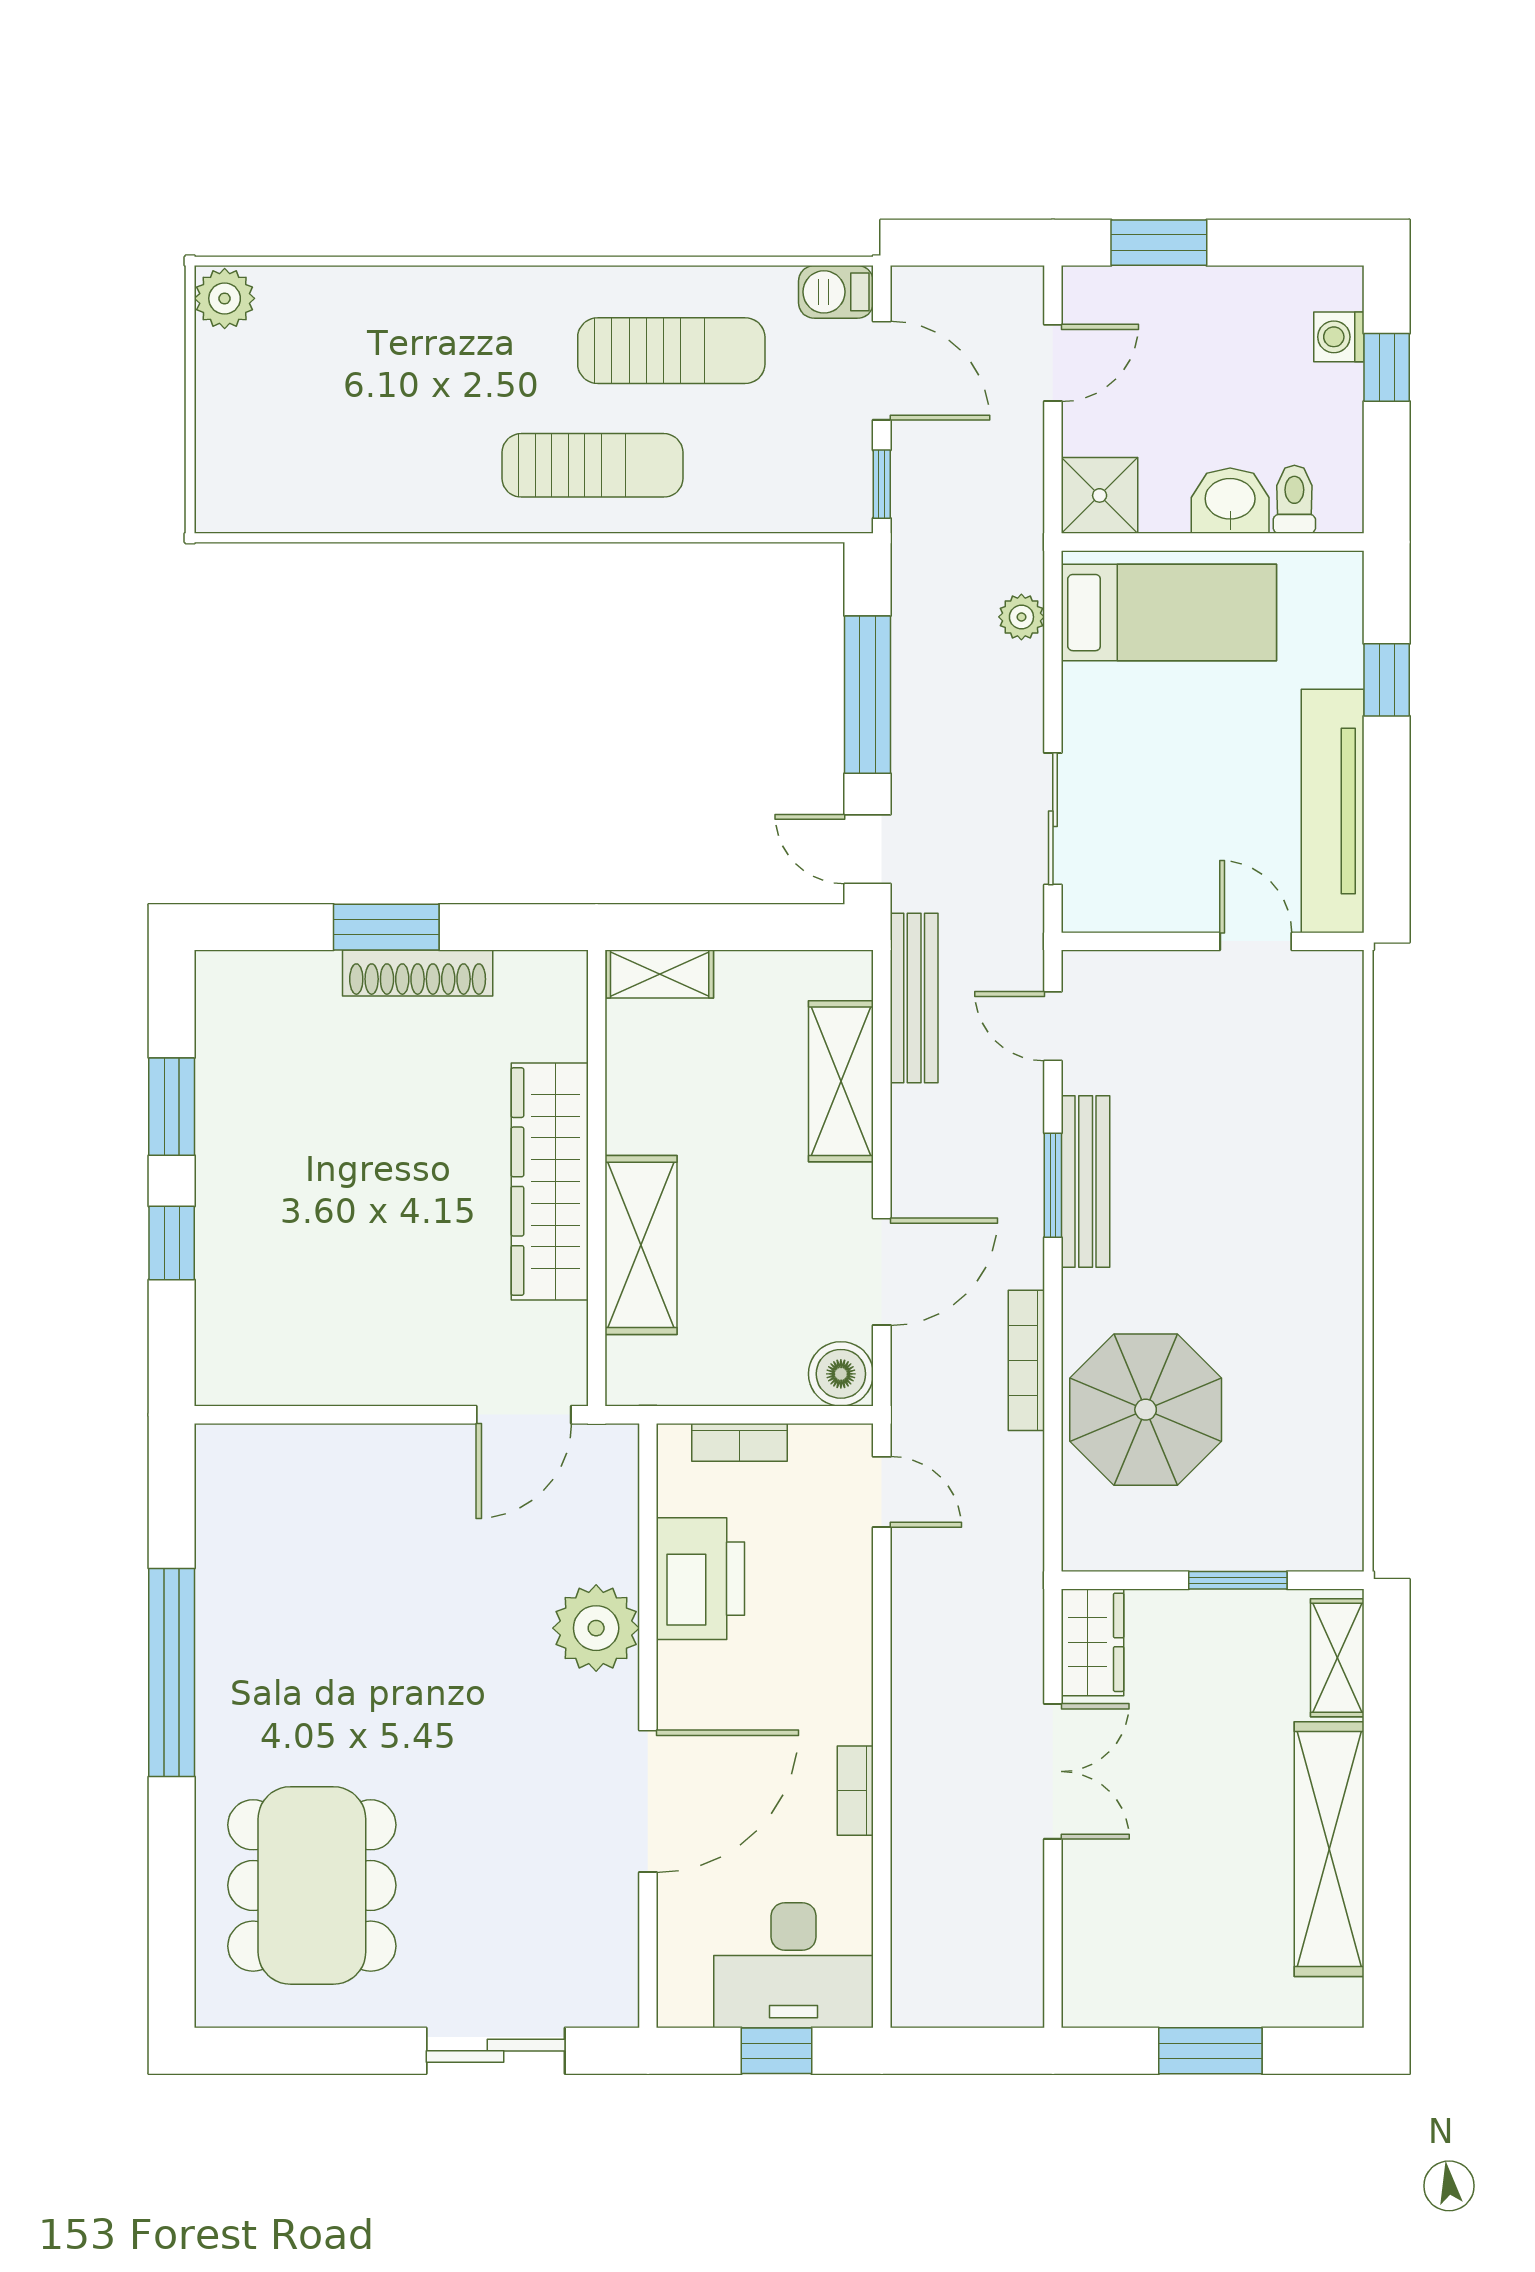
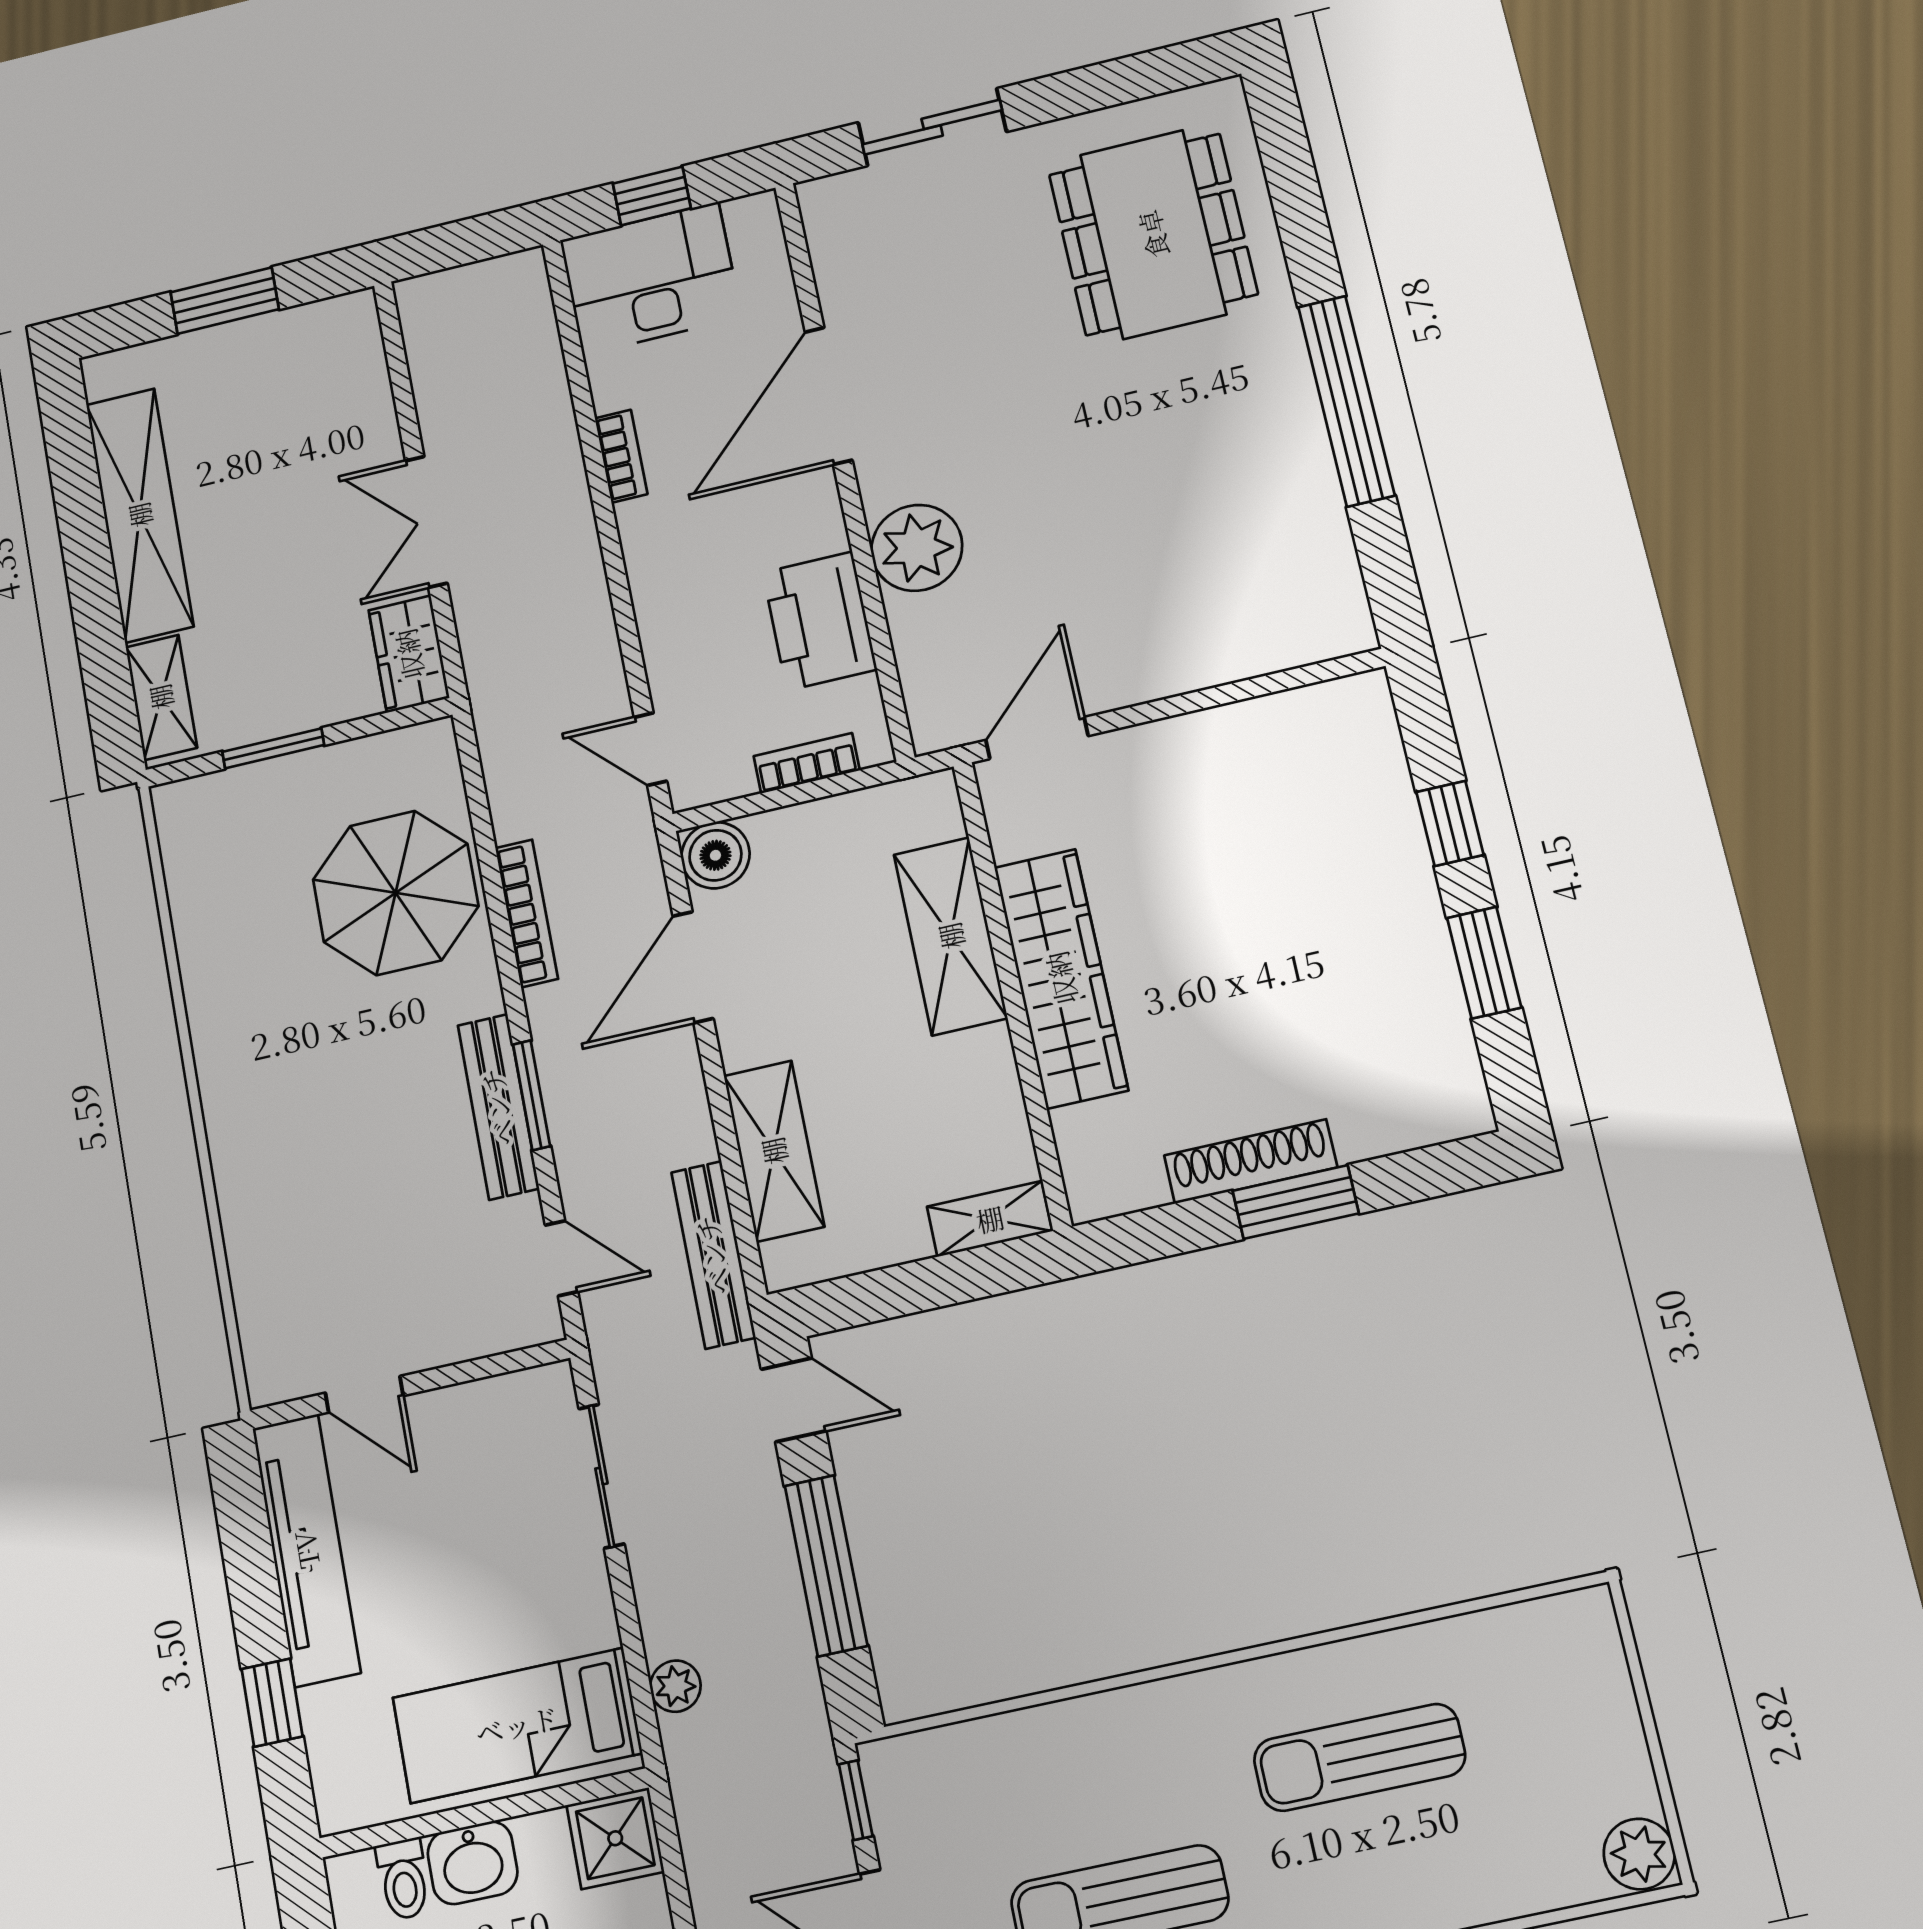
sun lounger: (592, 465) -> (1360, 1757), moved

